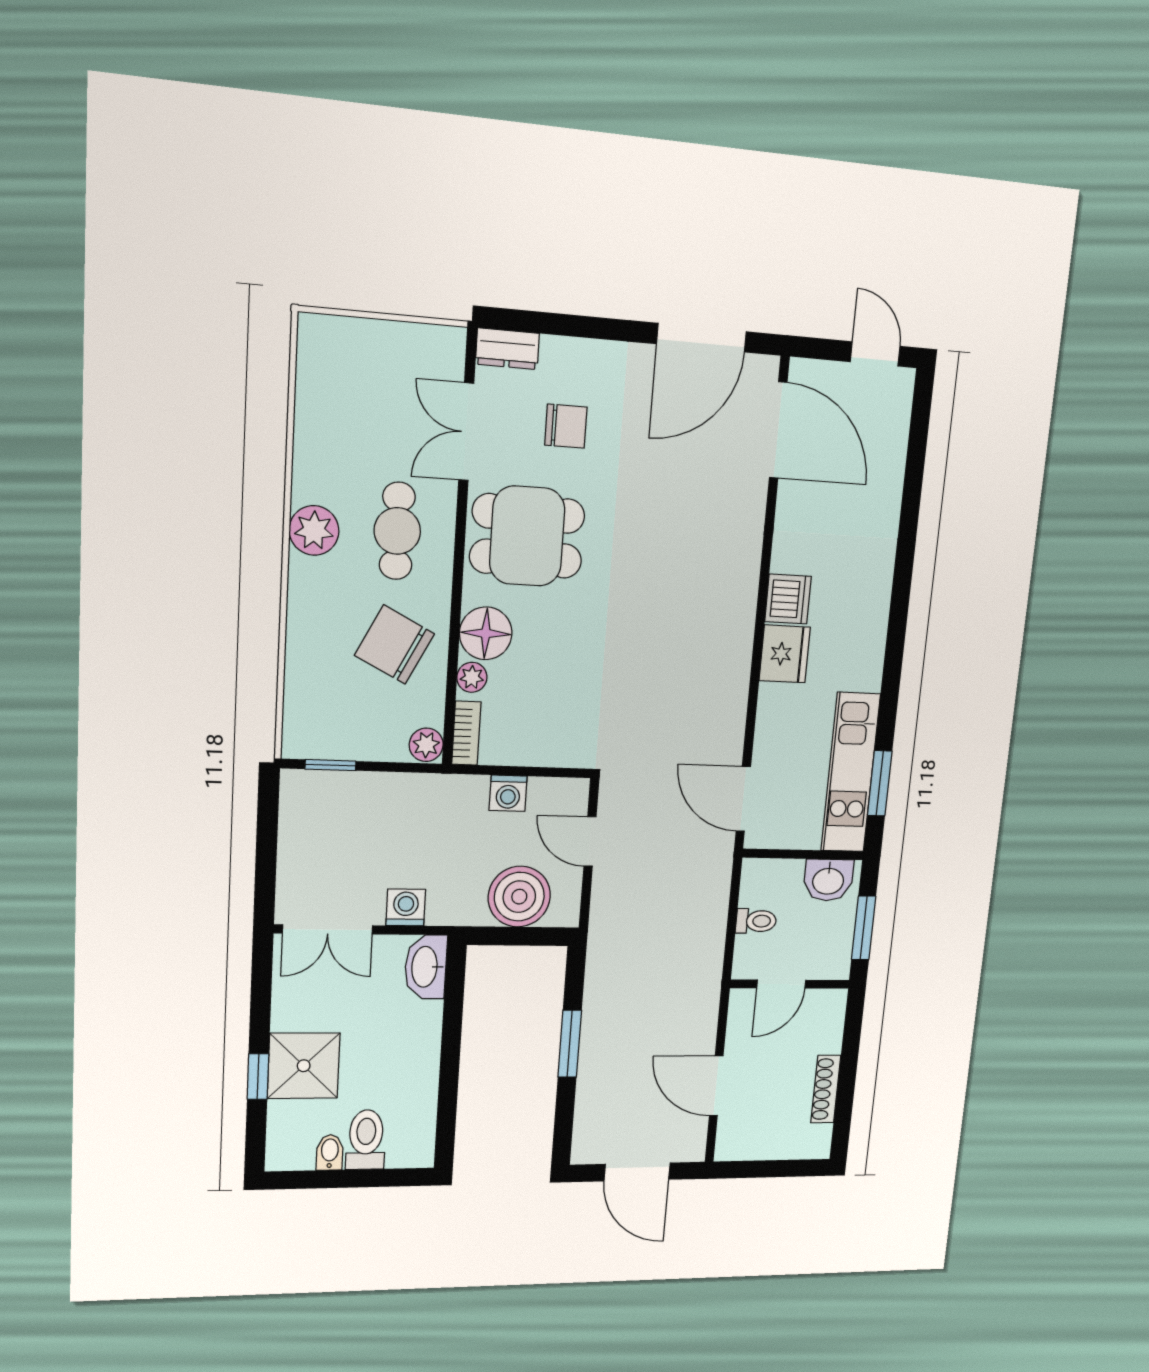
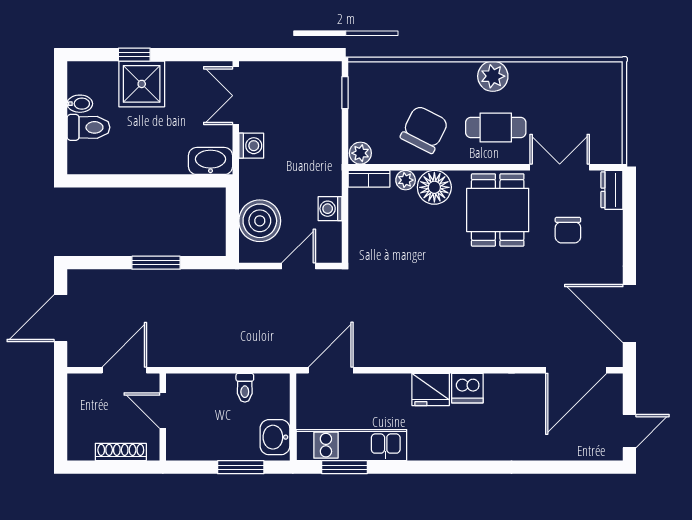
door: (781, 984) -> (163, 411), moved
wall: (790, 984) -> (163, 417), moved

